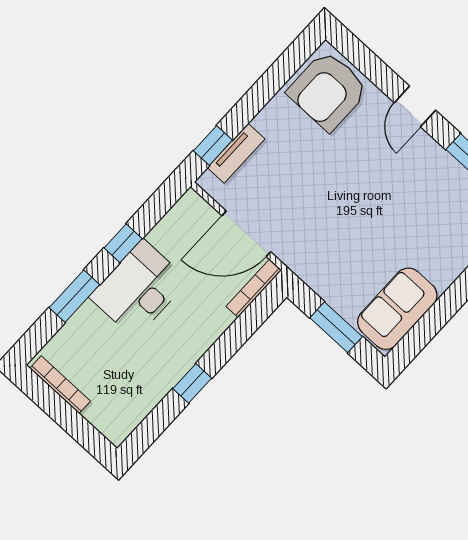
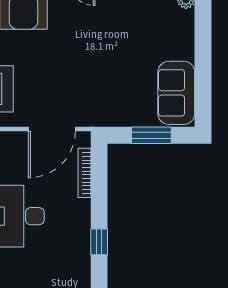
bookcase: (254, 288) -> (84, 173), moved

